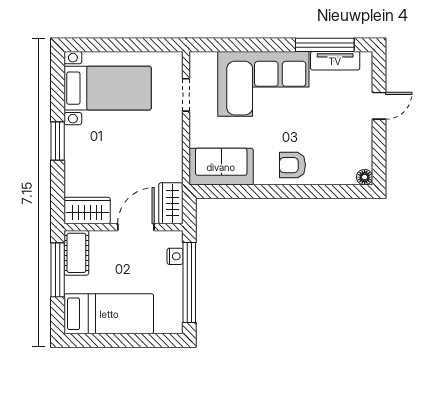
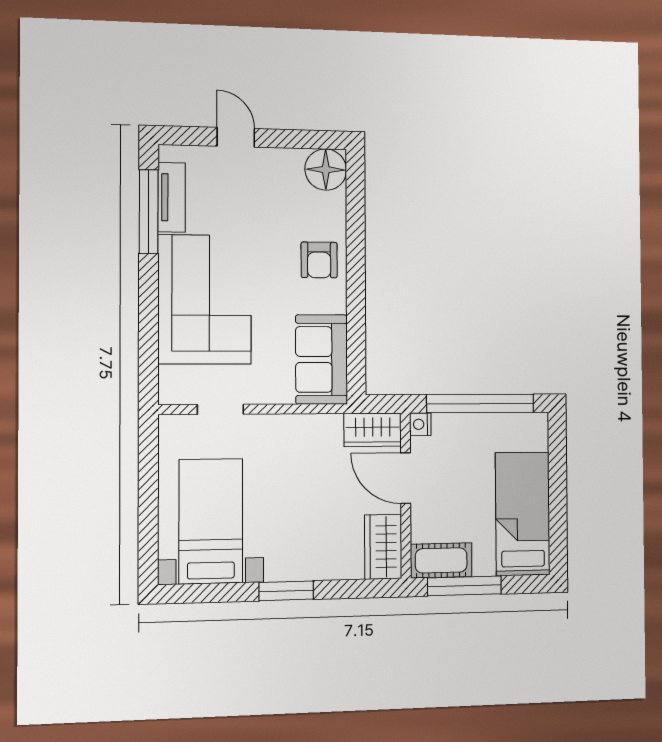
floor lamp: (365, 177) -> (326, 170), width x1.89, depth x1.89
nightstand: (175, 256) -> (420, 424), moved, turned -90

